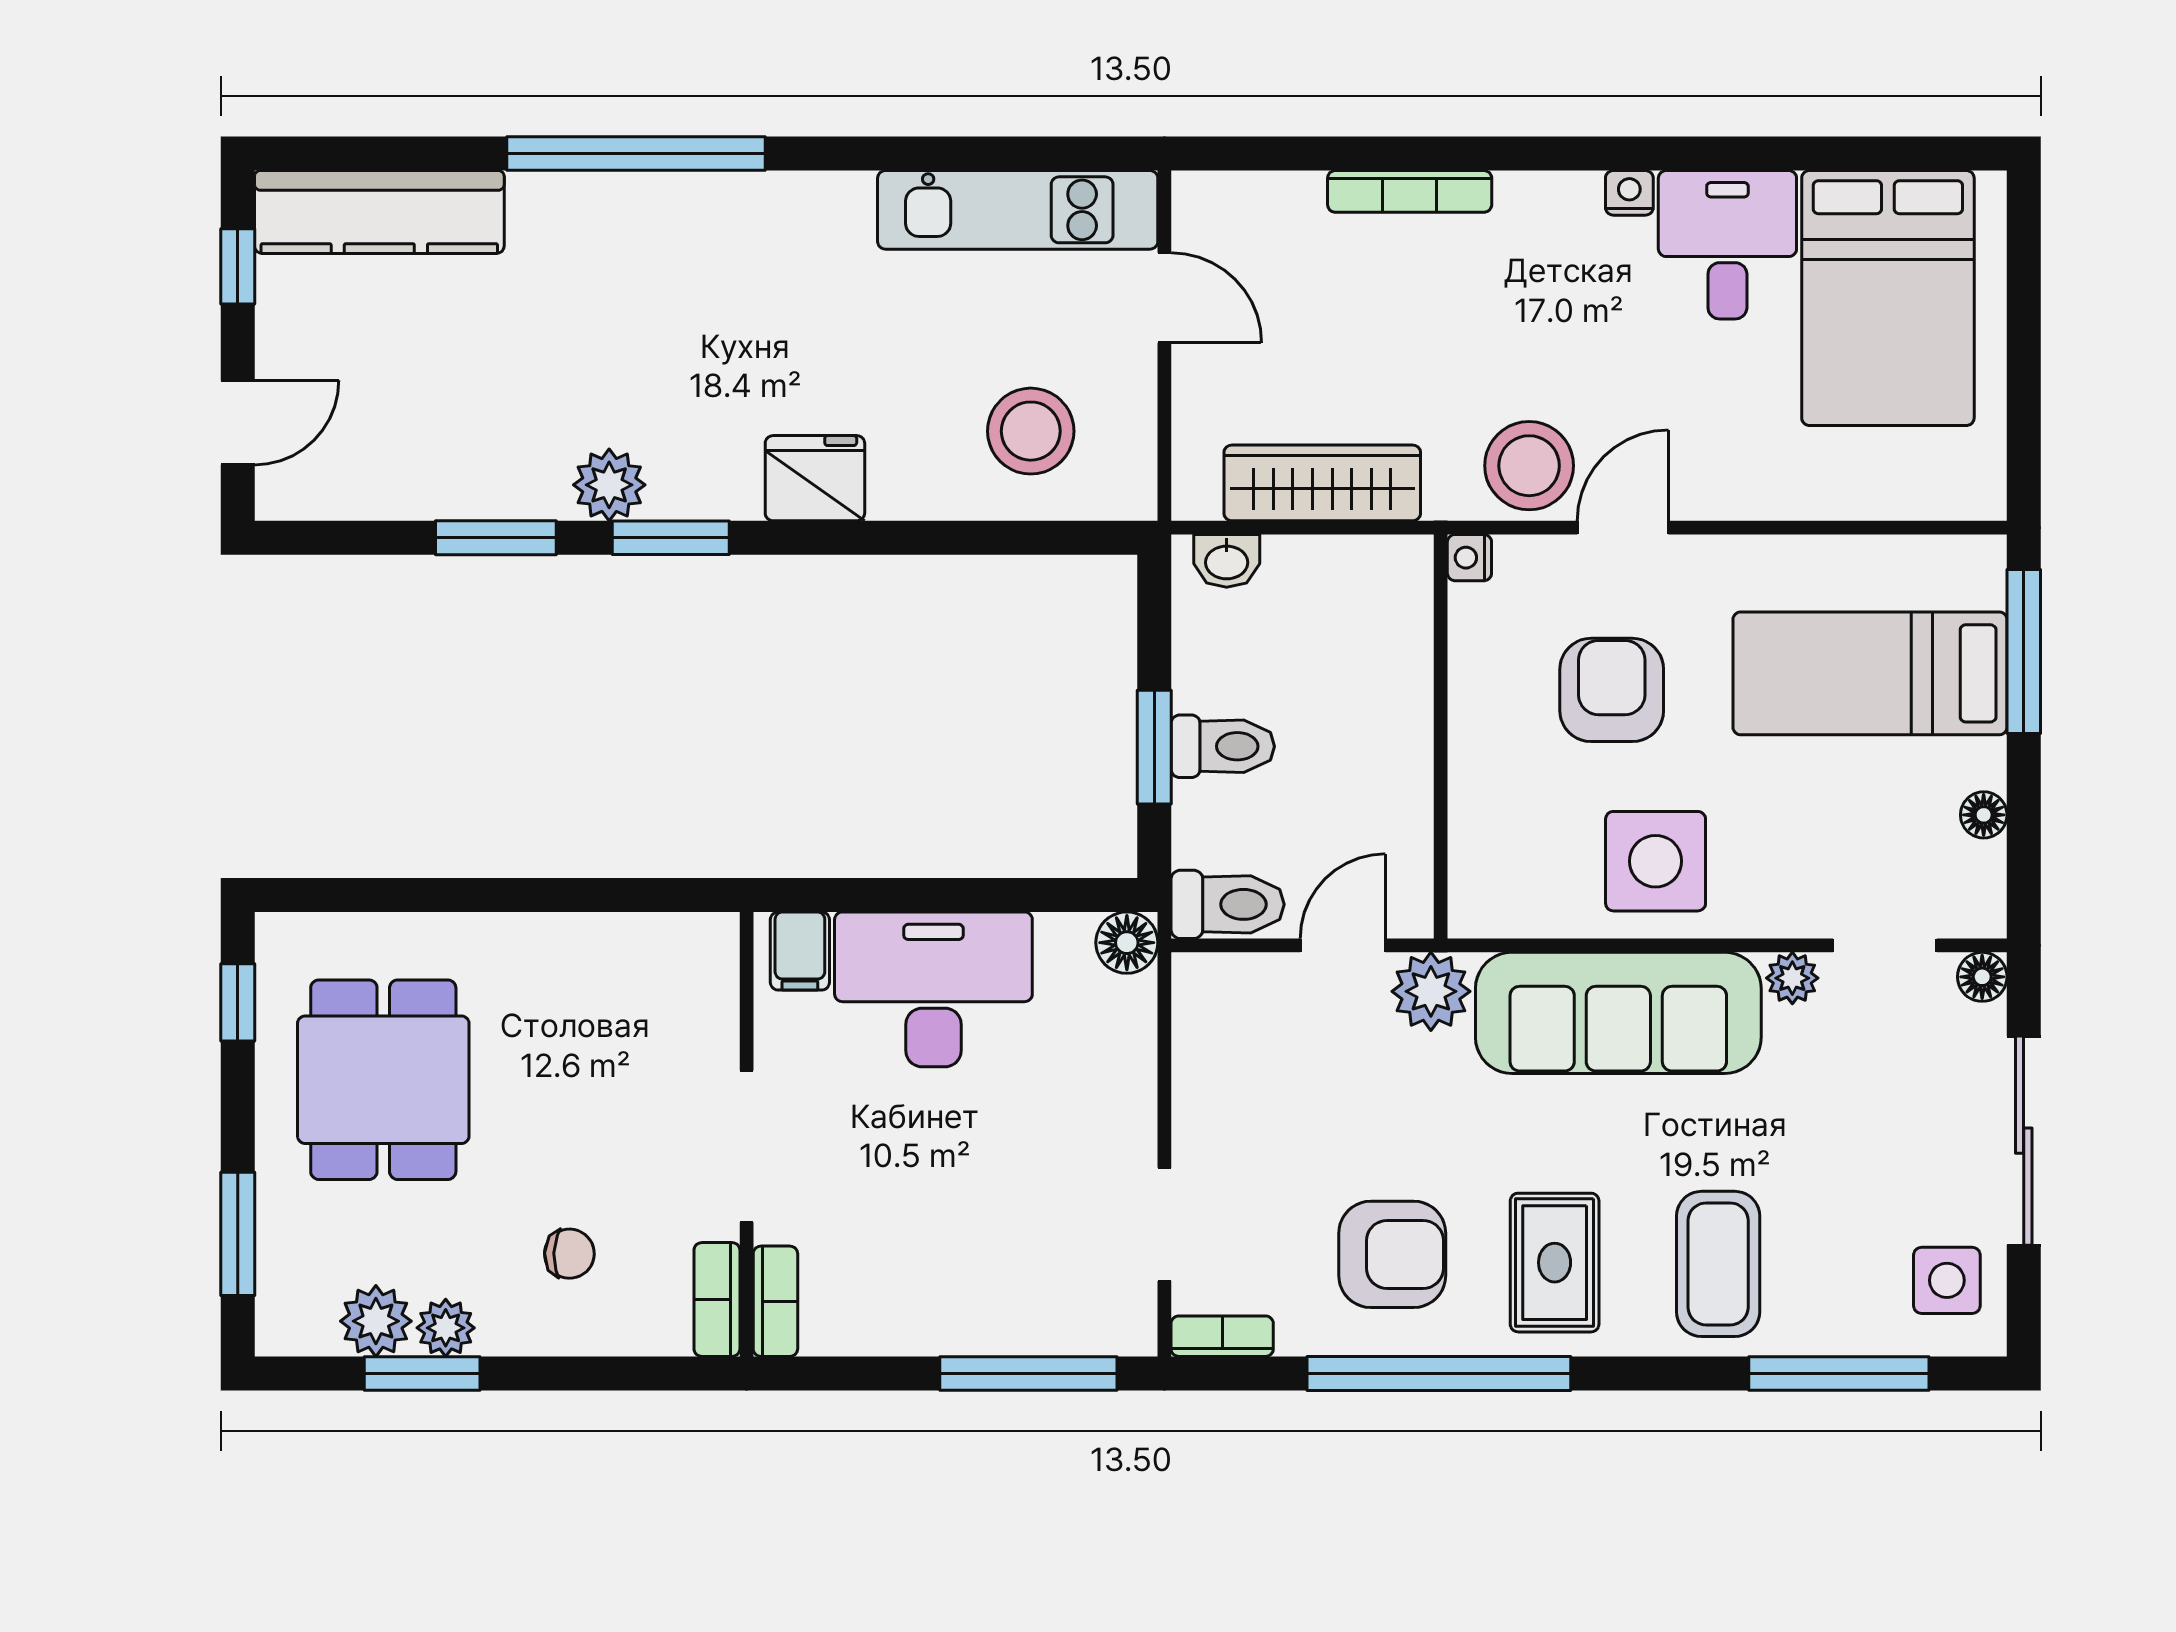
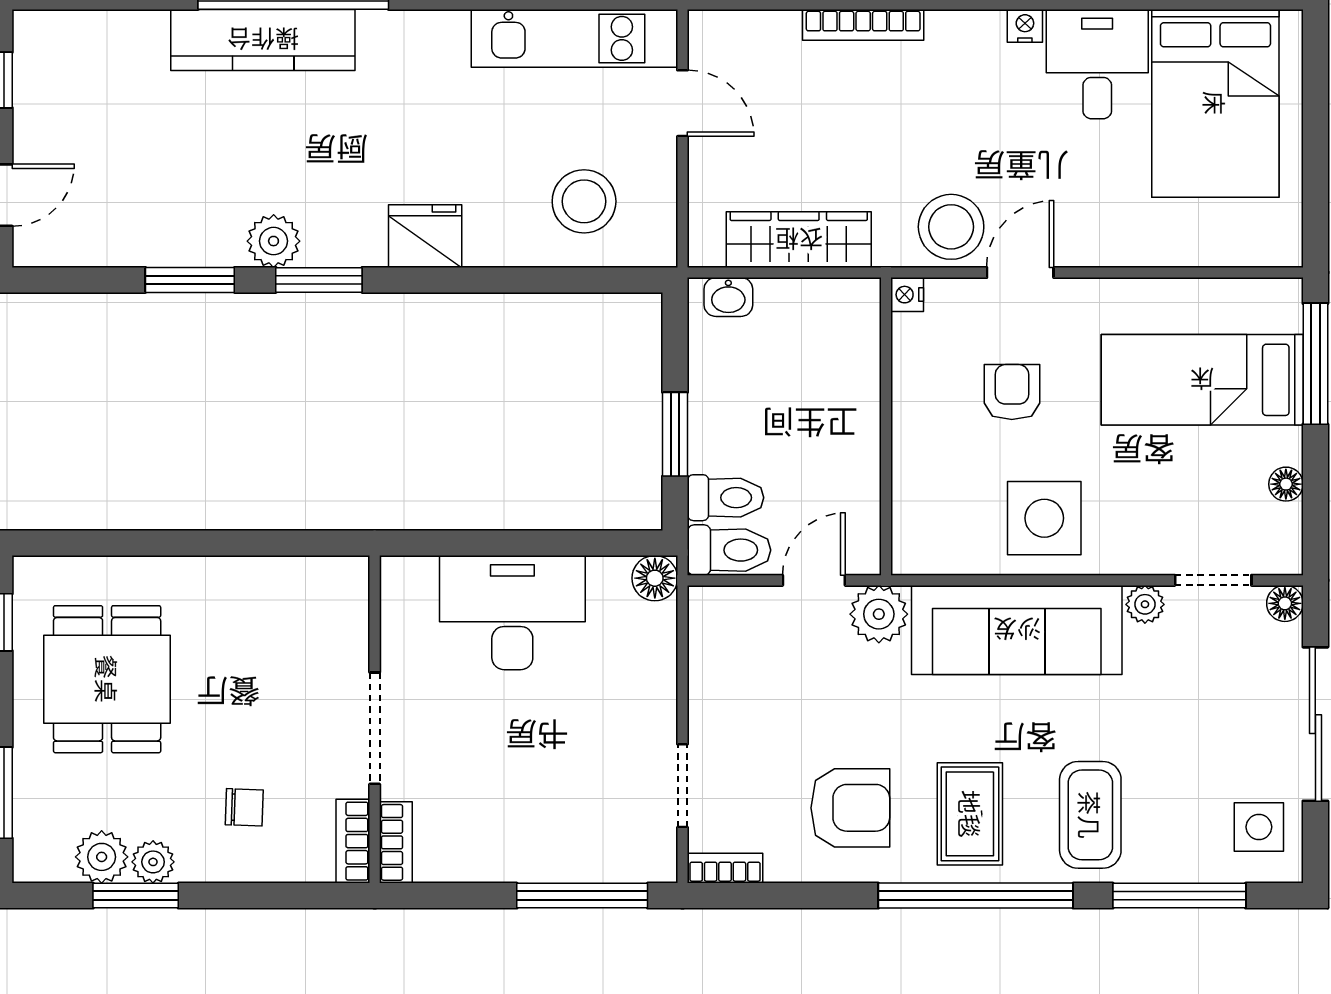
kitchen counter: (379, 212) -> (263, 40), moved
armchair: (1612, 690) -> (1012, 392), width x0.72, depth x0.72
toilet: (1223, 746) -> (725, 498), moved
filing cabinet: (800, 951) -> (414, 584), removed
window: (1439, 1373) -> (976, 896), moved

